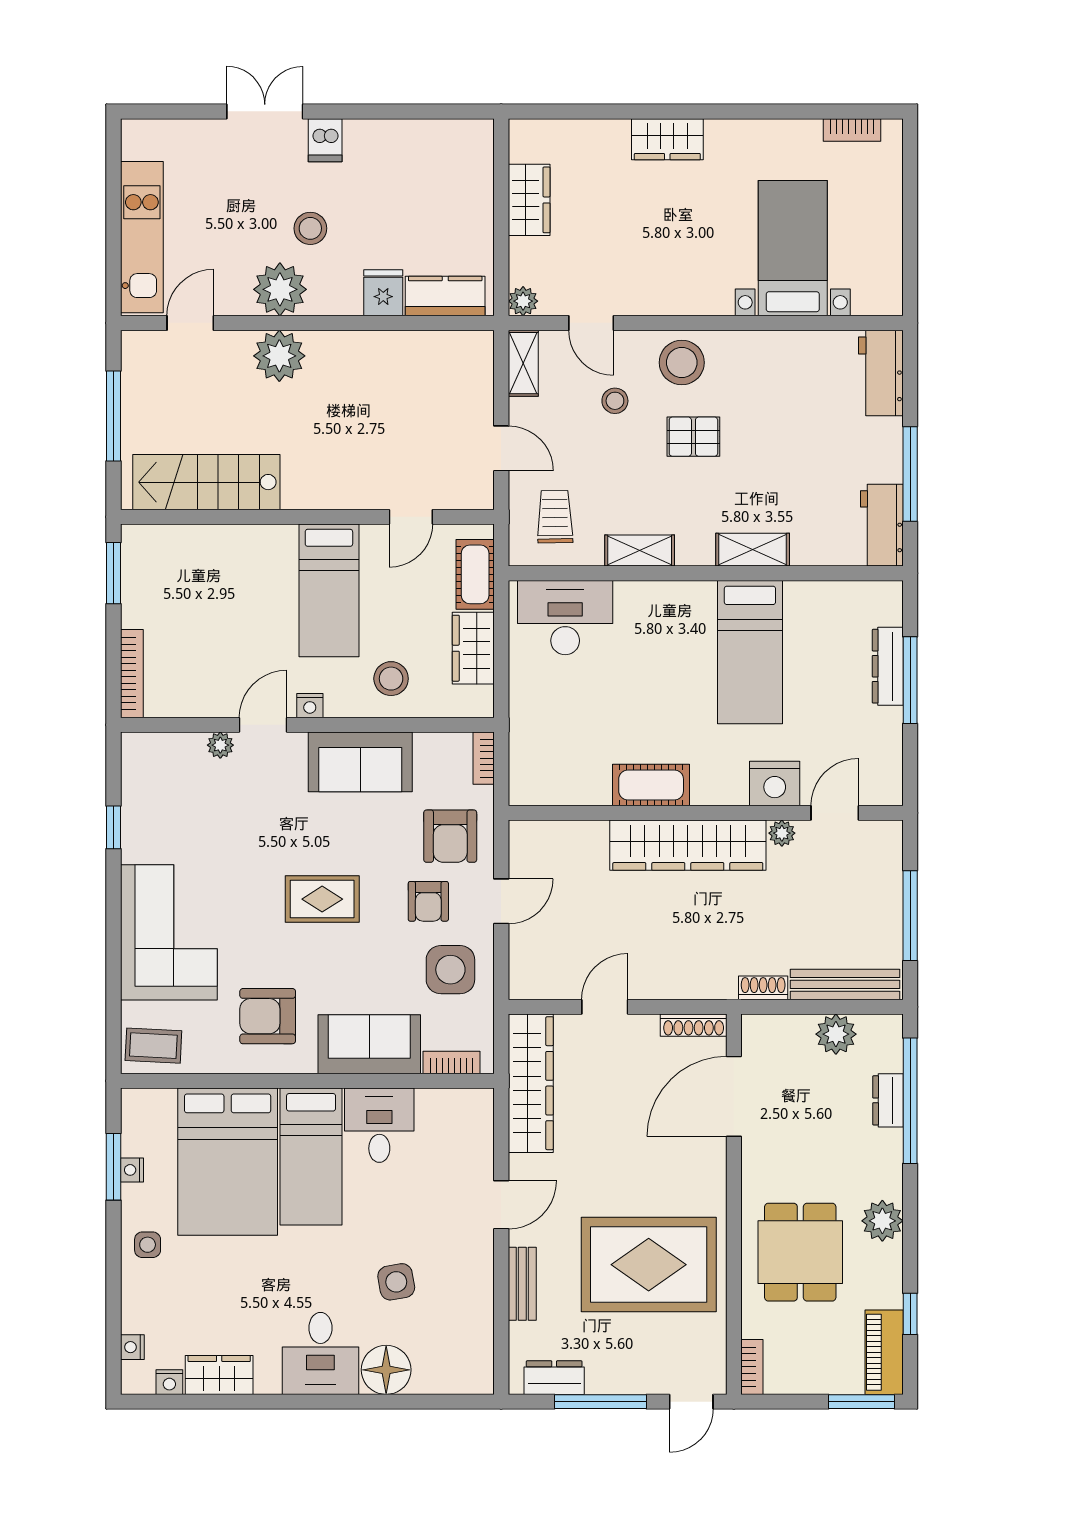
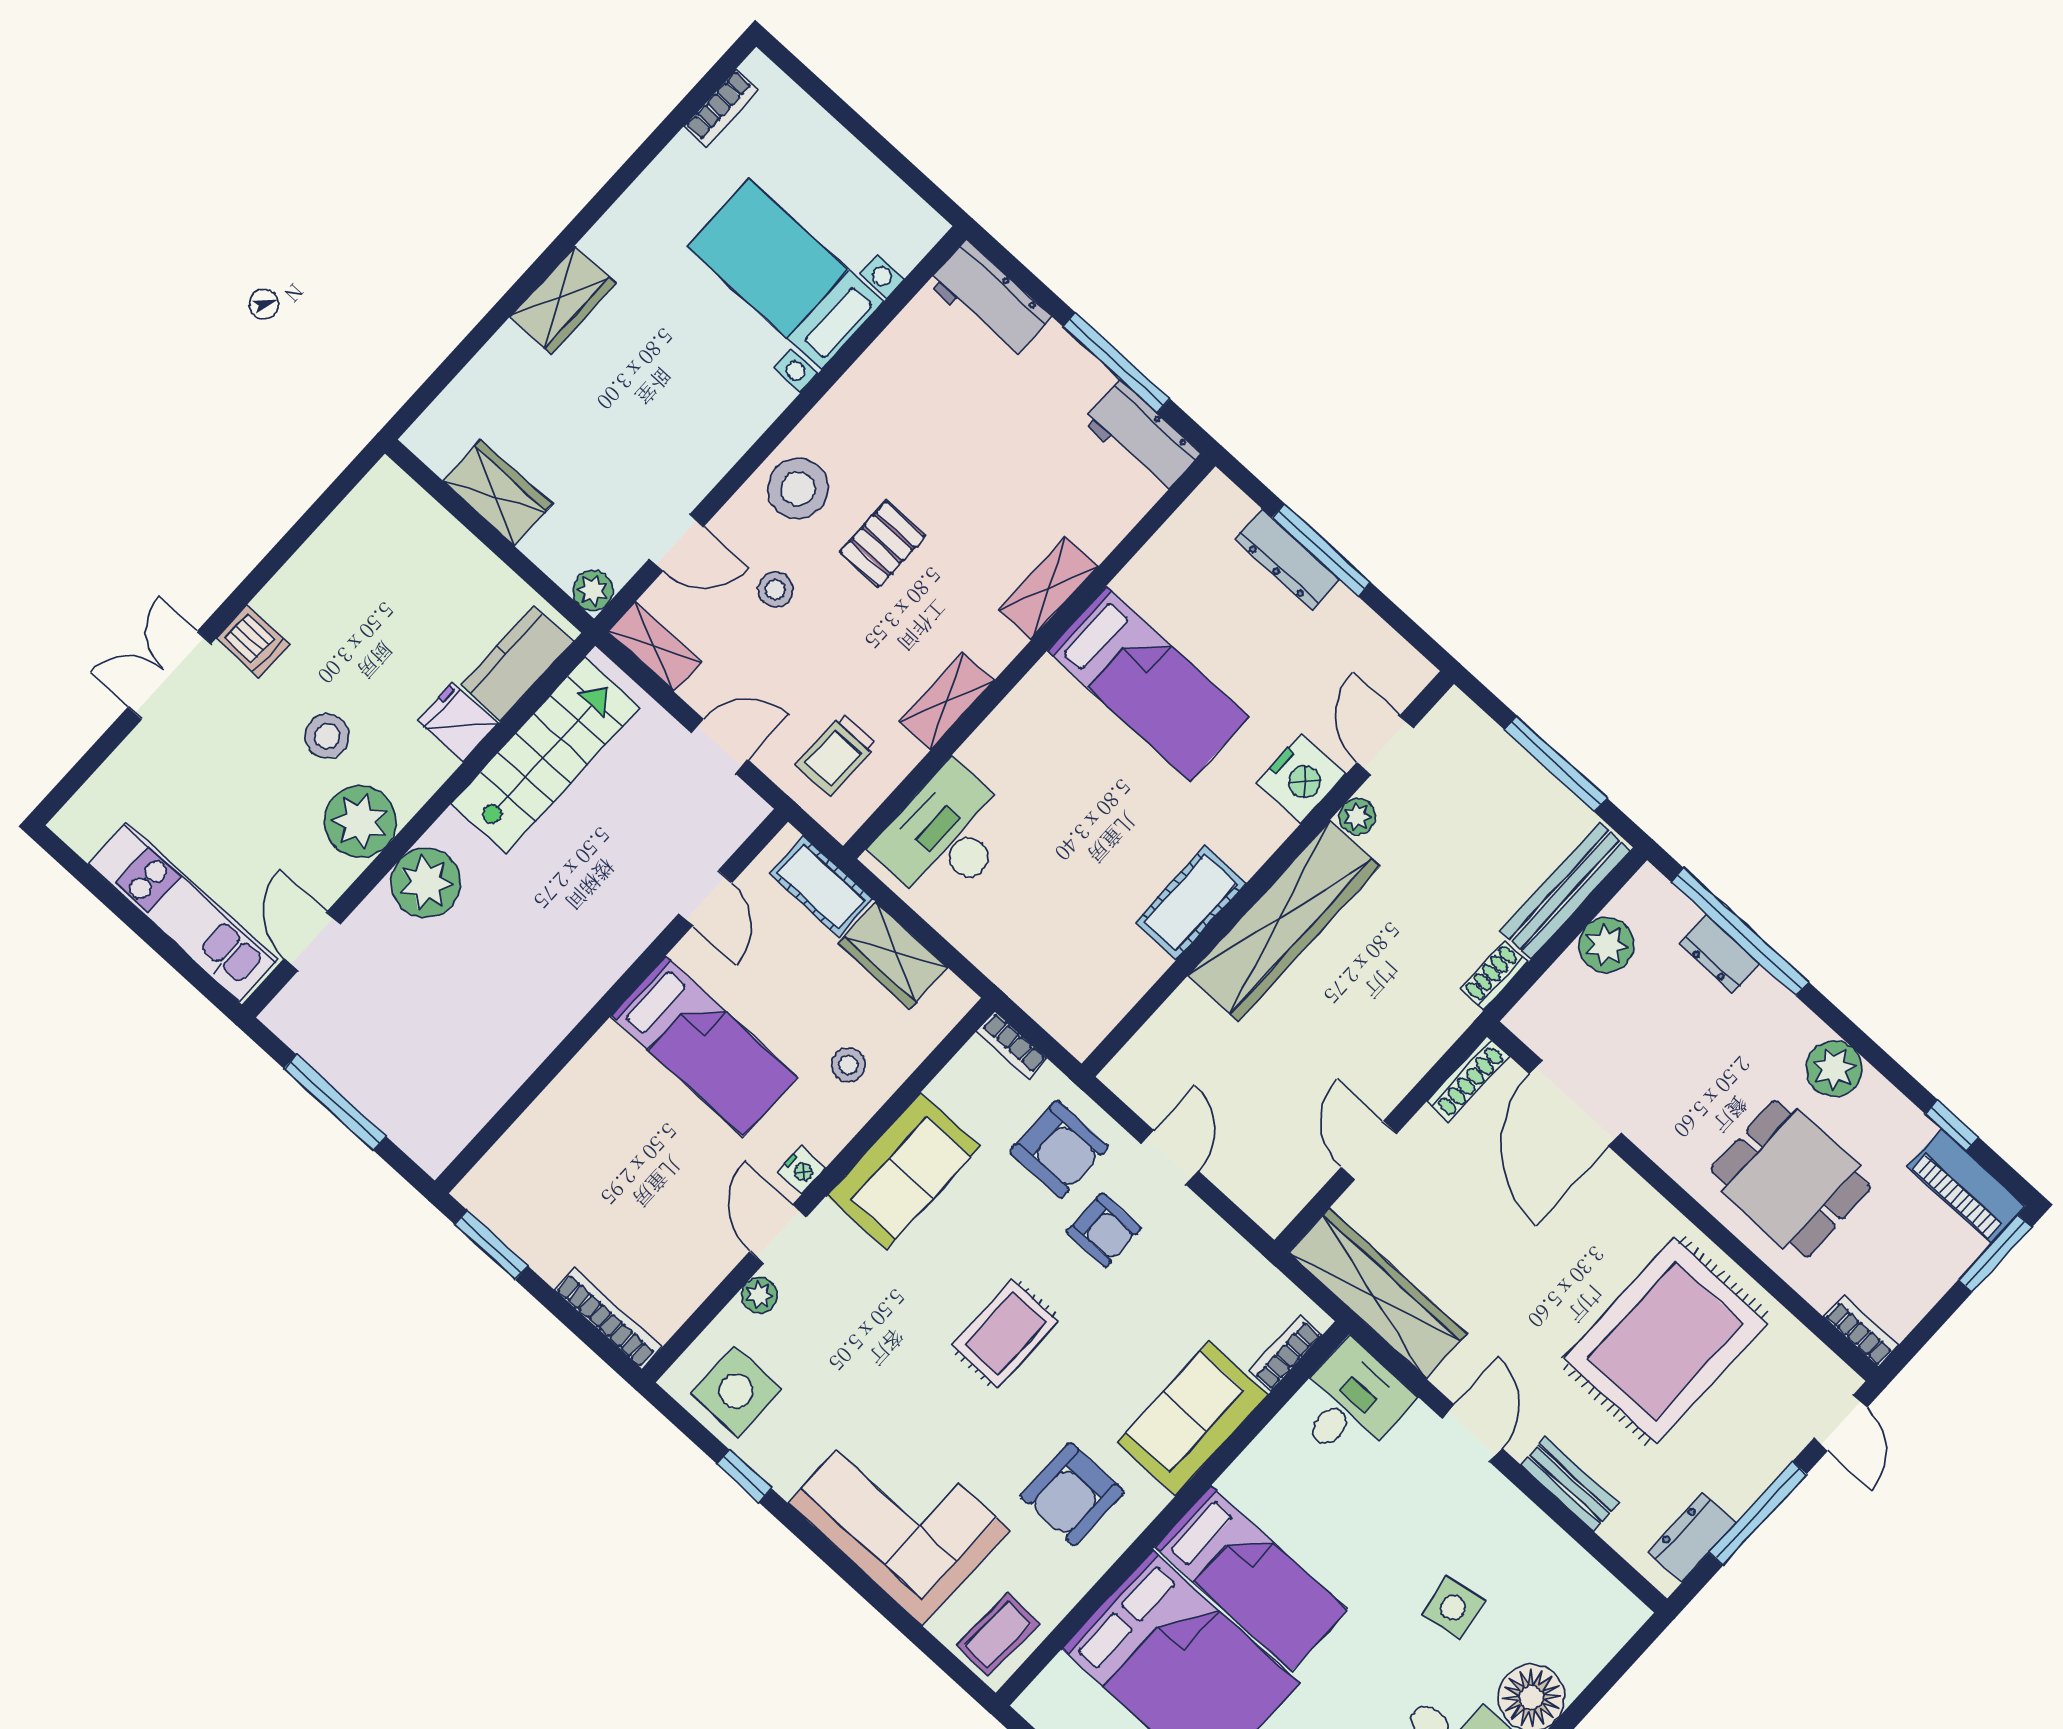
stairs: (206, 482) -> (546, 755), moved, turned 180
trolley: (555, 517) -> (836, 755), turned -89
stool: (391, 679) -> (848, 1065), width x0.73, depth x0.73
side table: (450, 970) -> (736, 1391), moved
desk: (379, 1125) -> (1350, 1403), moved, turned 90

